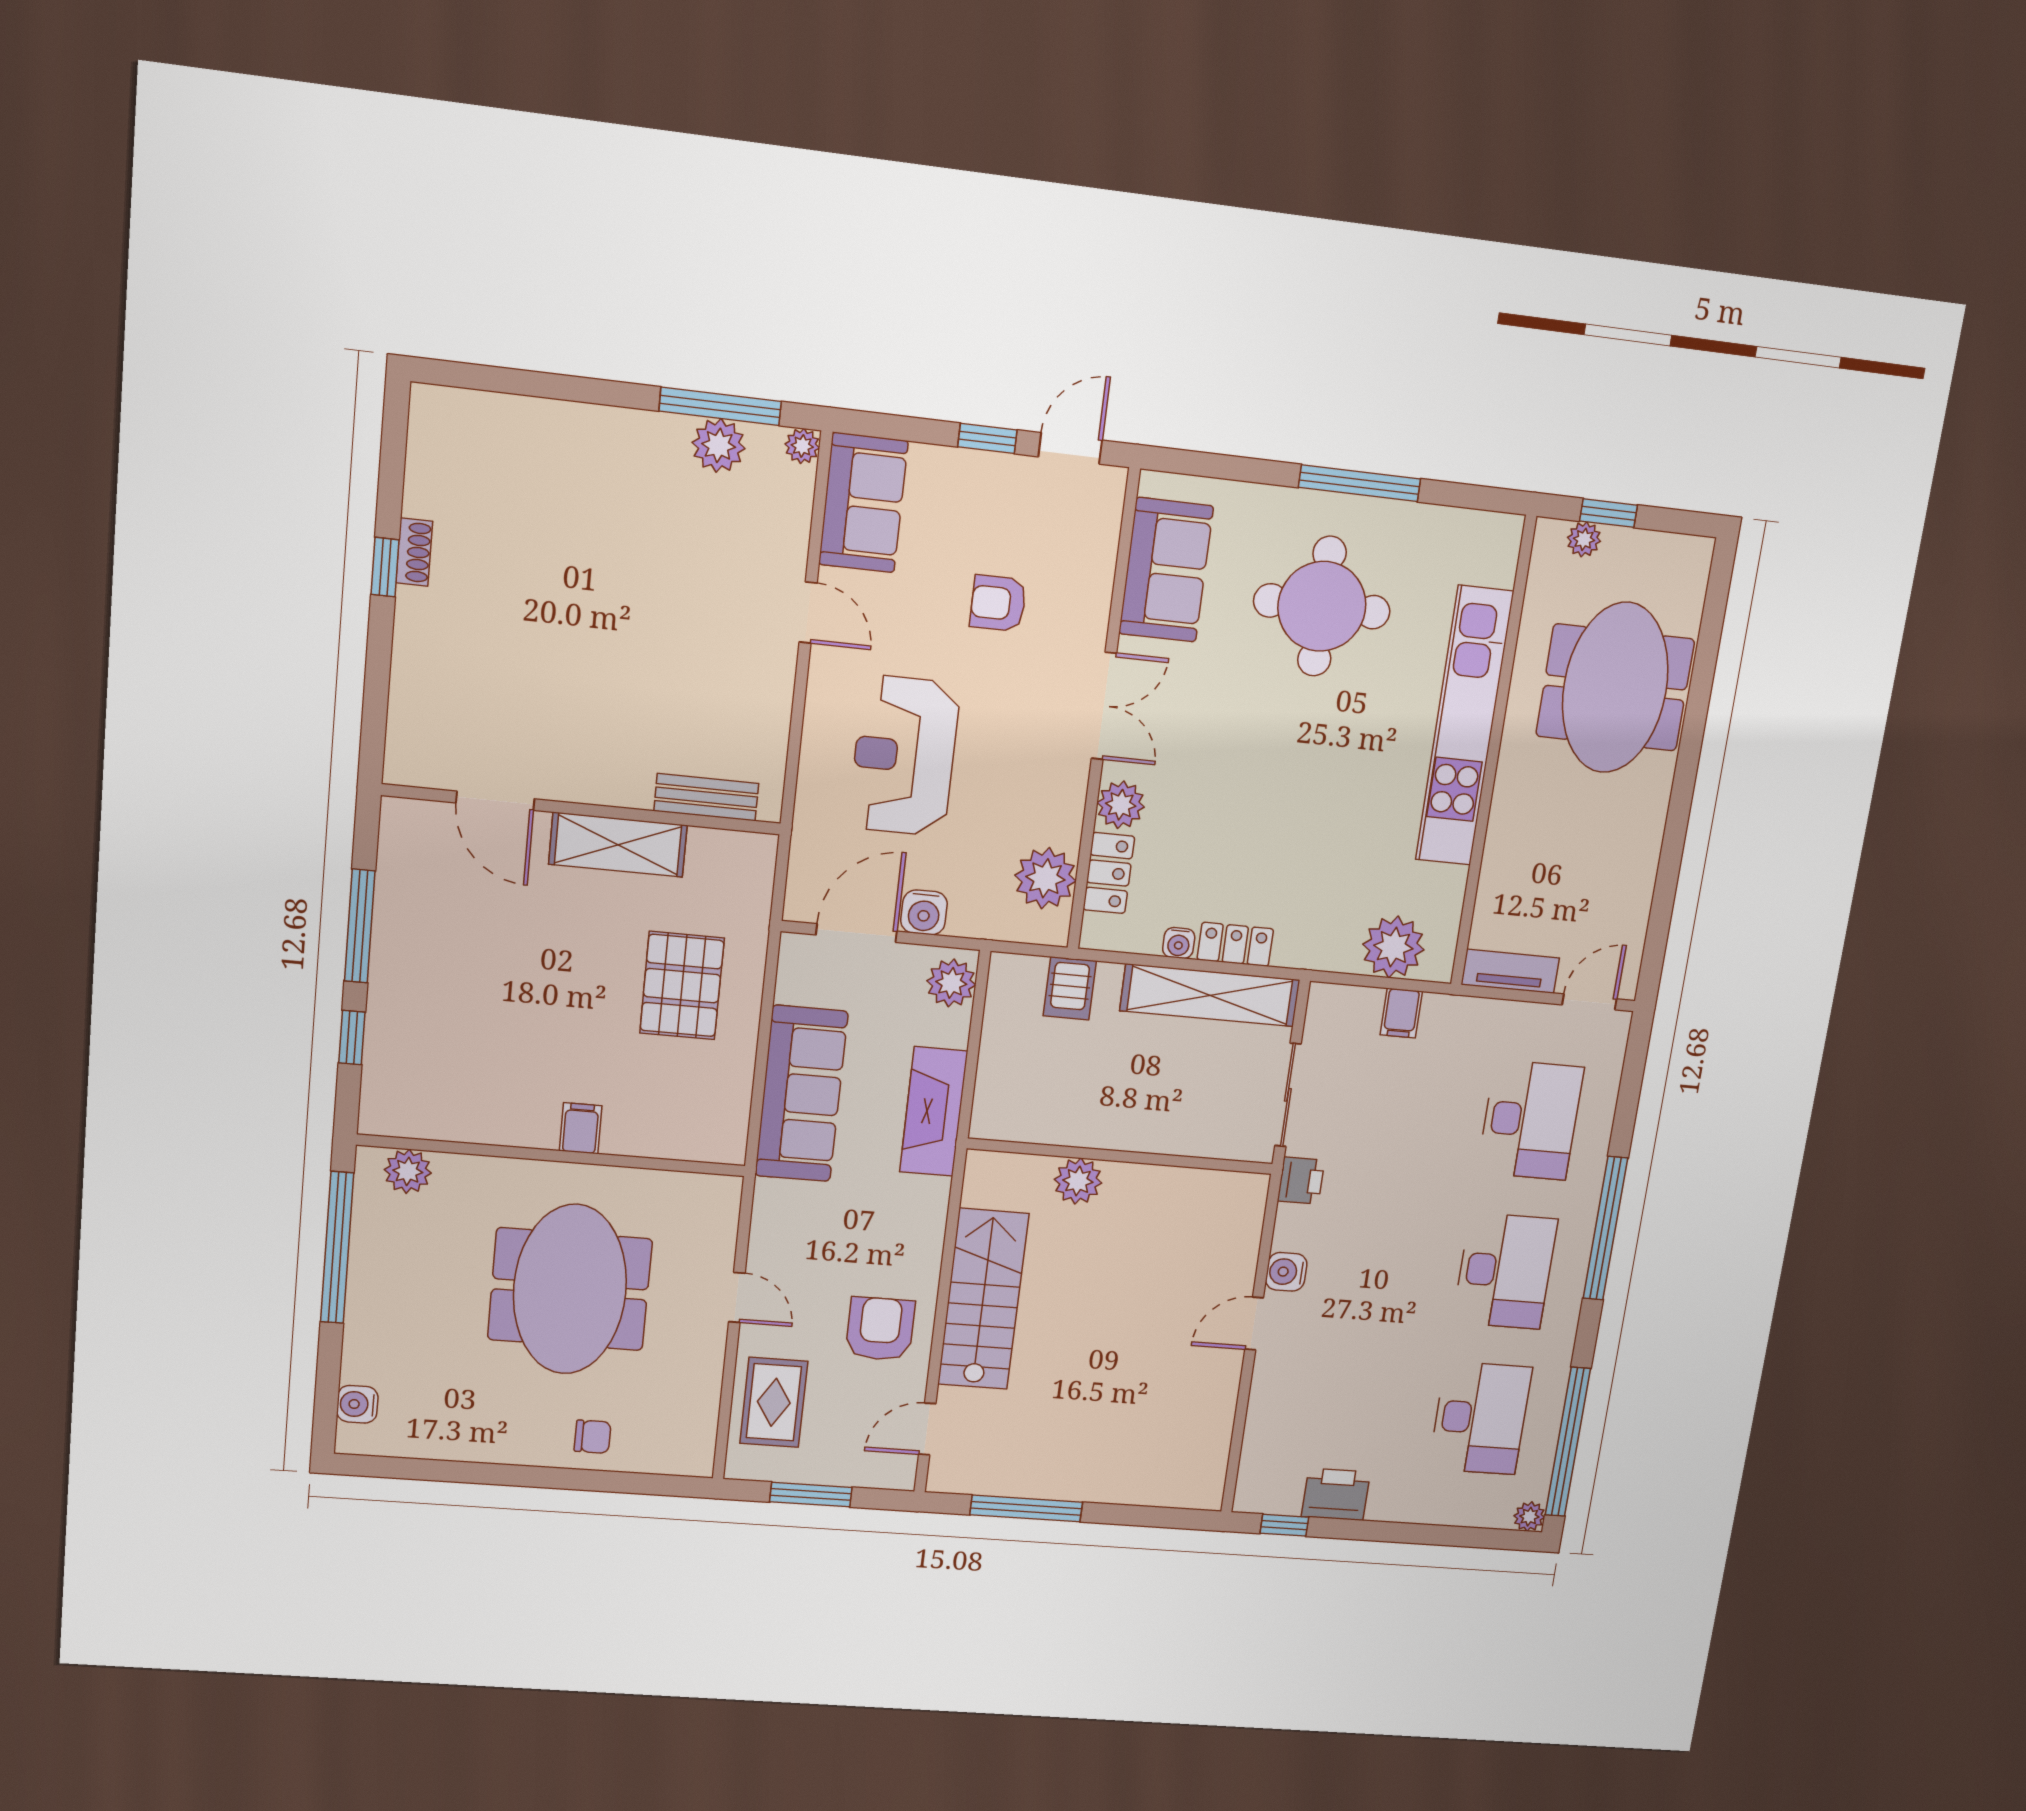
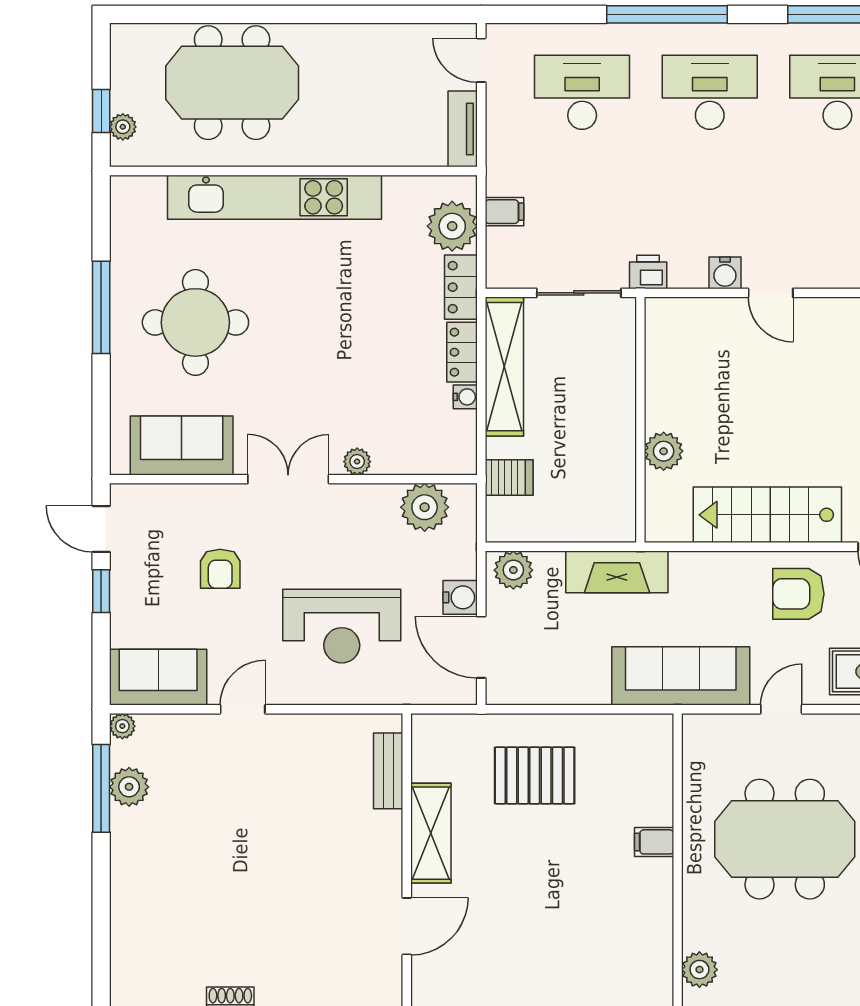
plant: (1121, 805) -> (357, 462), width x0.73, depth x0.73
locker: (1109, 873) -> (461, 287), moved, turned -90
sofa: (801, 1094) -> (681, 676), moved

